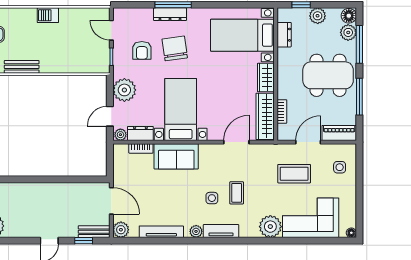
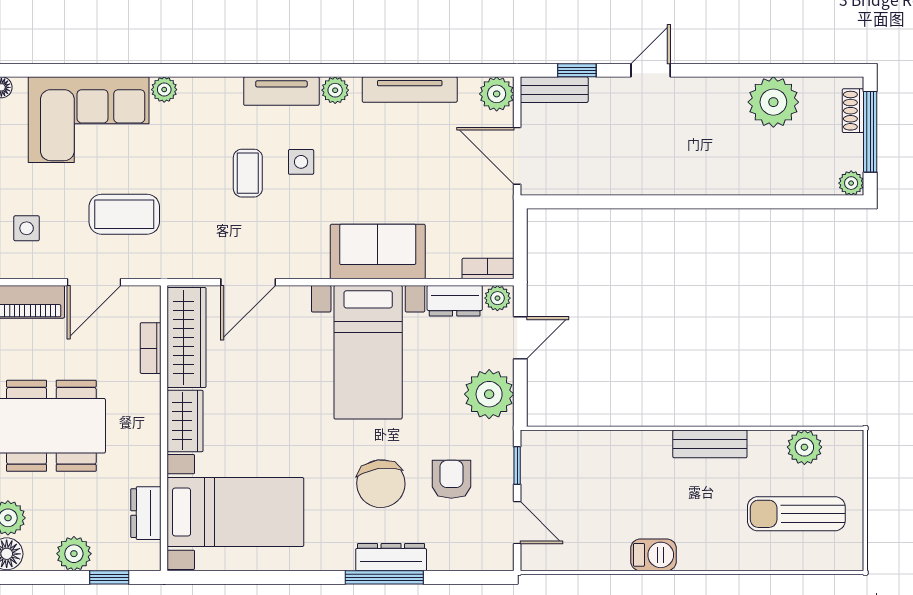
bookcase: (141, 148) -> (488, 269), moved
plant: (270, 227) -> (164, 90), width x0.53, depth x0.53

